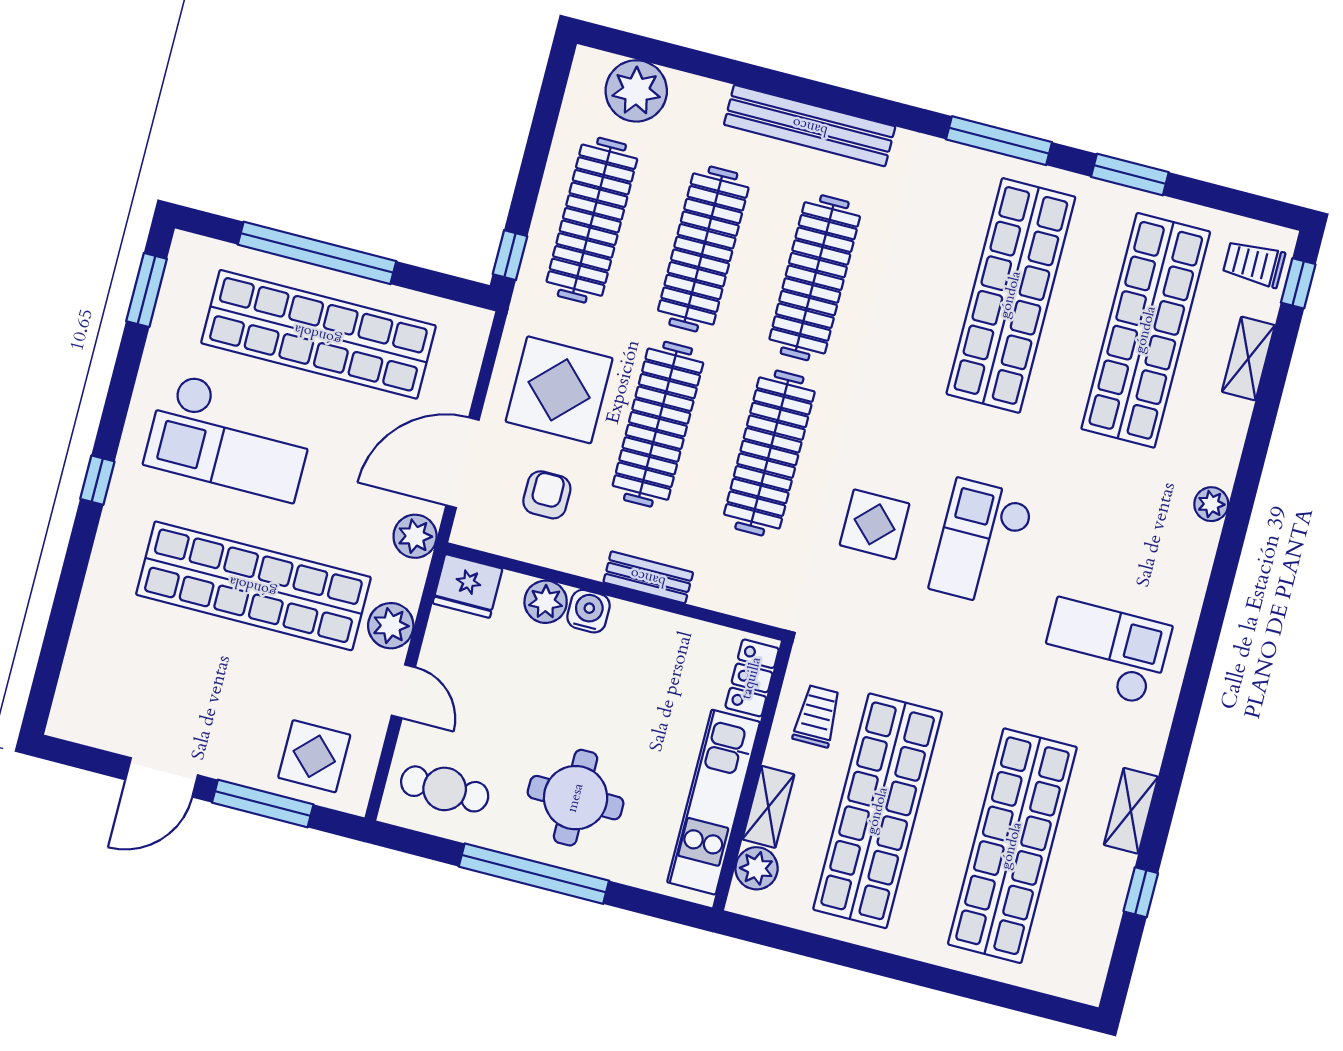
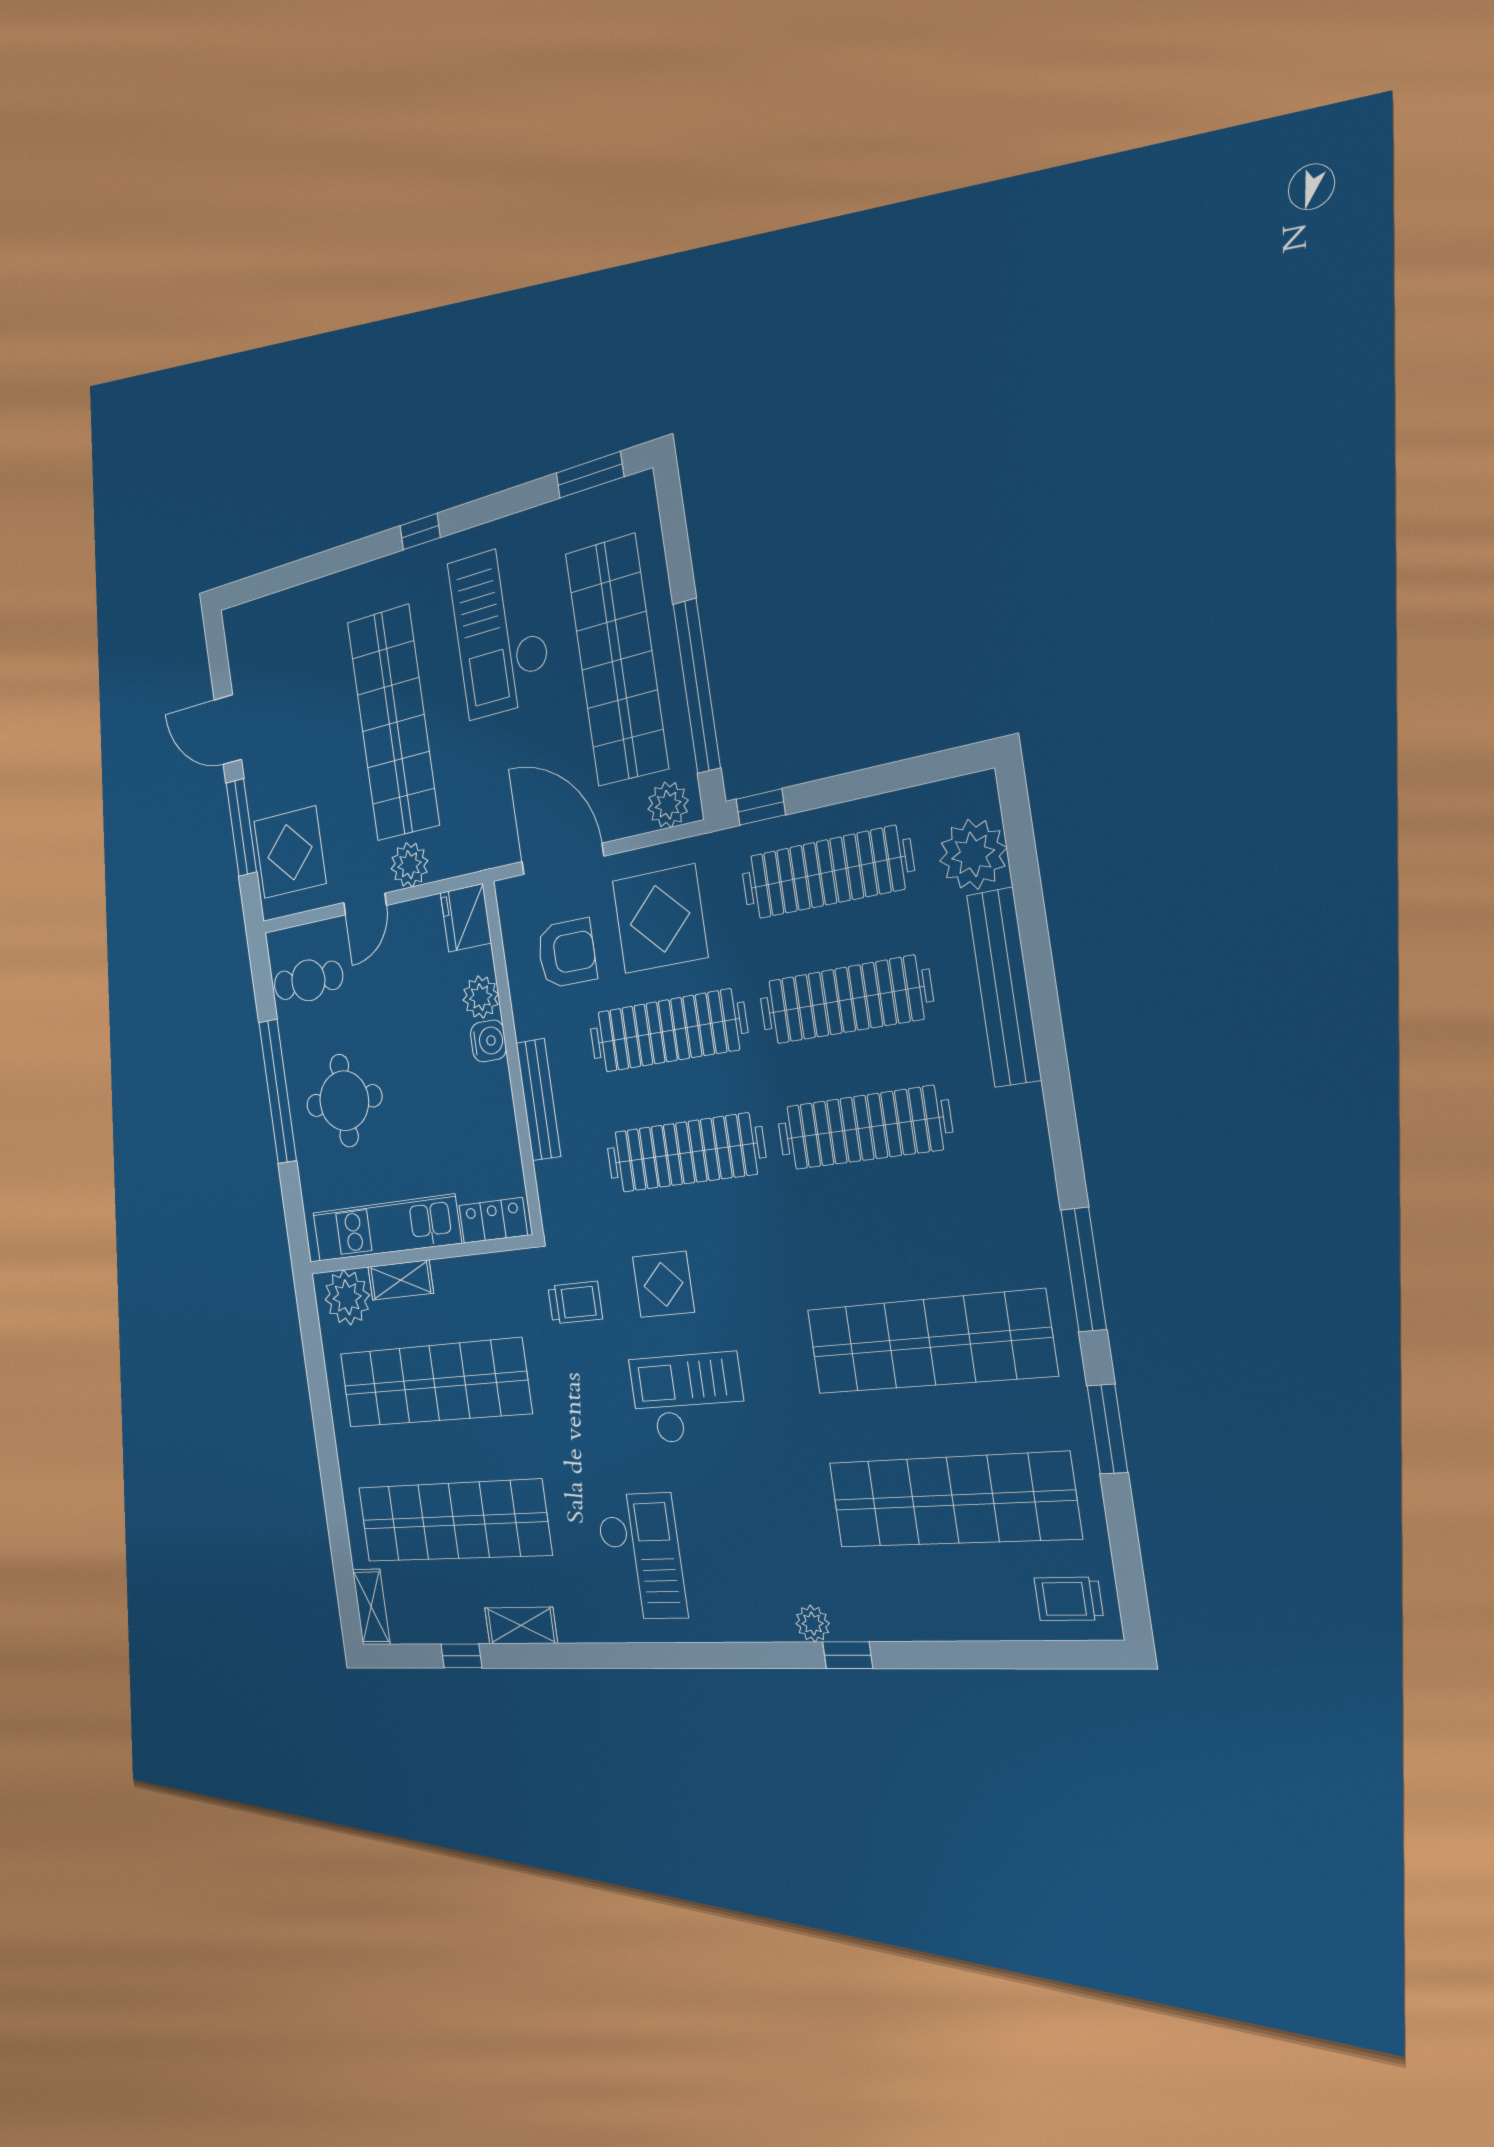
bench: (810, 126) -> (1004, 987), moved
window: (317, 253) -> (697, 686), moved
trolley: (1254, 264) -> (1069, 1599), turned -90
window: (1298, 283) -> (848, 1655), moved
shelving: (1248, 358) -> (371, 1607), moved, turned 90
armchair: (547, 495) -> (567, 953), width x1.38, depth x1.38
plant: (415, 536) -> (668, 805), moved
bench: (648, 577) -> (538, 1100), width x1.36
trolley: (817, 716) -> (575, 1302), moved
display table: (314, 756) -> (290, 852), width x1.36, depth x1.36
cafe table: (445, 789) -> (308, 980), turned 90
plant: (757, 868) -> (347, 1297), width x1.36, depth x1.36

